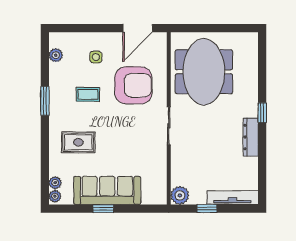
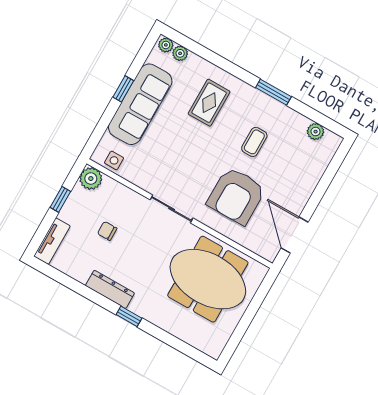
side table: (96, 57) -> (114, 160), moved
chair: (210, 163) -> (107, 231), added
tv unit: (232, 198) -> (52, 241), width x0.71

